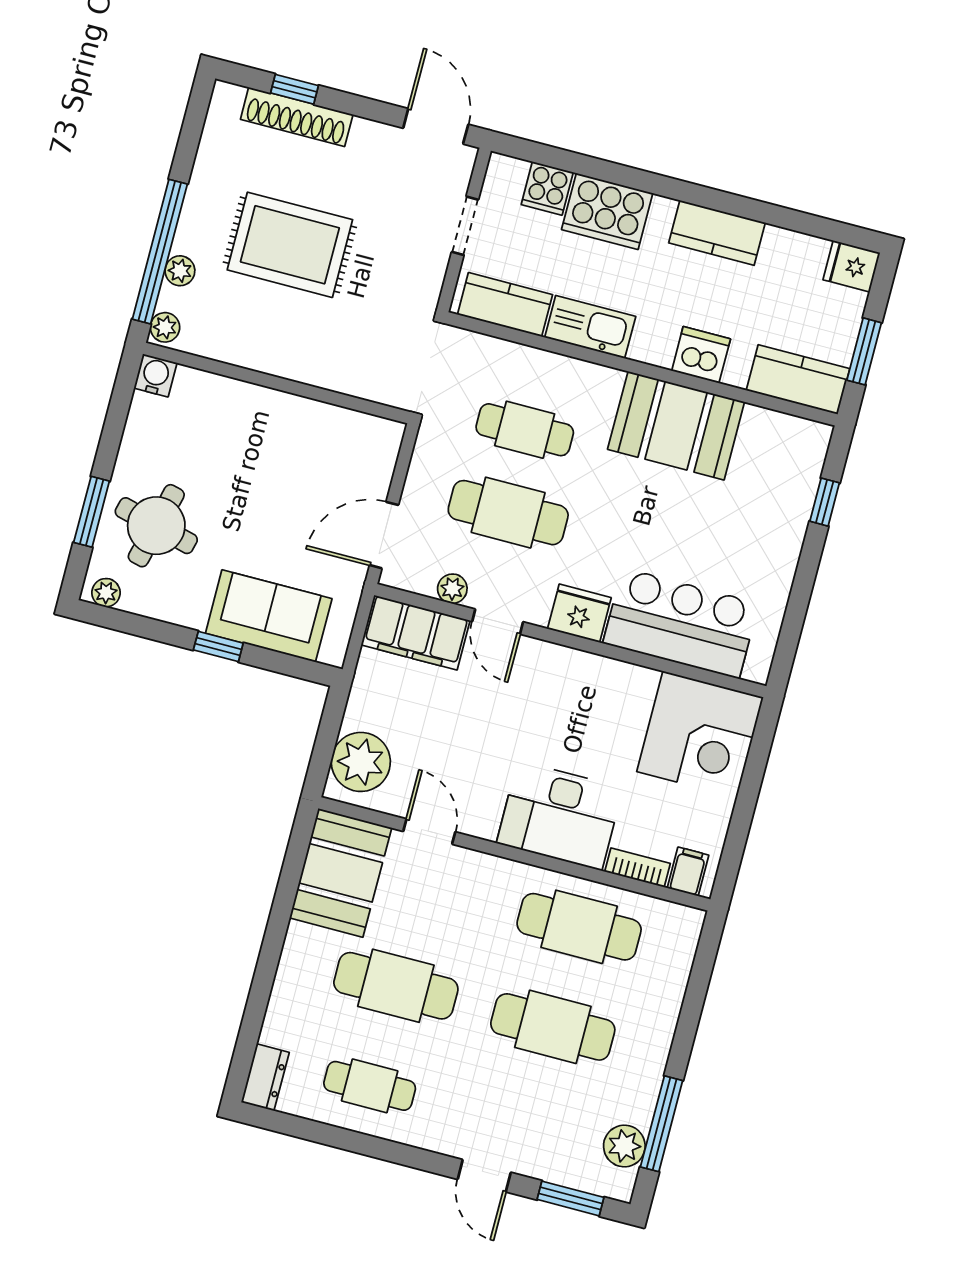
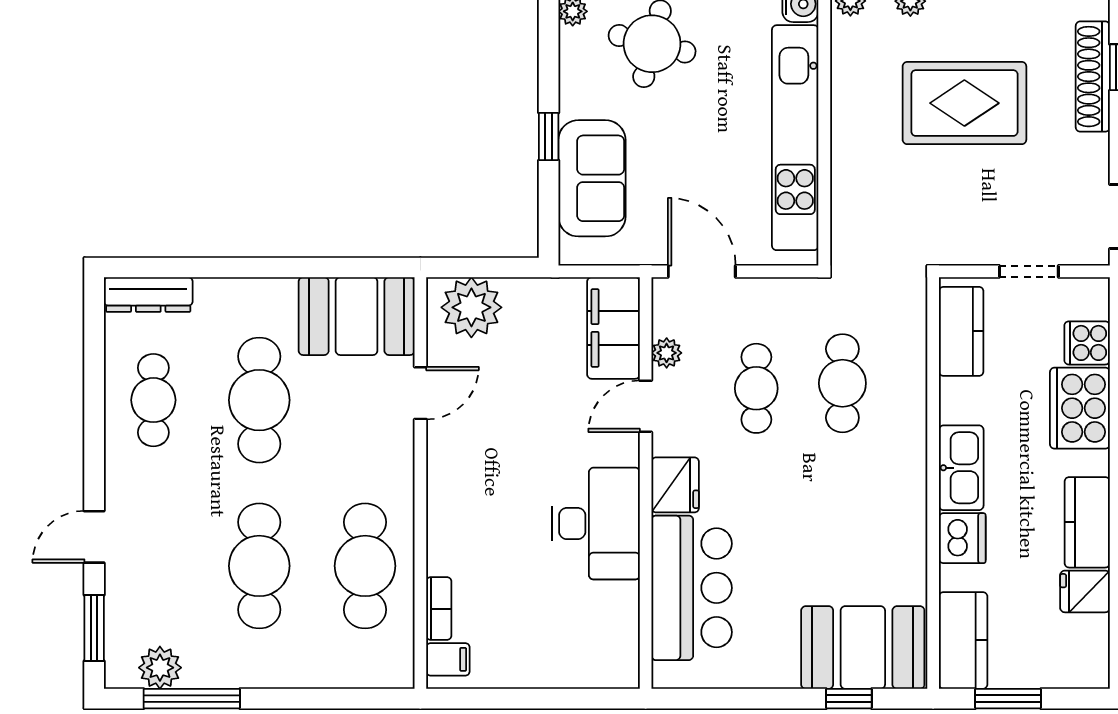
rug: (290, 245) -> (964, 103), turned 90
fridge: (852, 266) -> (1085, 591), moved, turned -90
kitchen sink: (590, 327) -> (961, 468), moved
kitchen unit: (281, 414) -> (795, 138), added
booth: (676, 426) -> (863, 648), moved, turned 90
cafe table: (508, 513) -> (756, 388), width x0.73, depth x0.74
corner desk: (700, 734) -> (587, 636), removed
desk: (560, 815) -> (596, 524), moved, turned 180
dresser: (265, 1077) -> (148, 295), width x1.44

